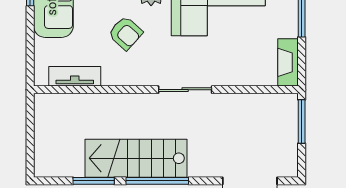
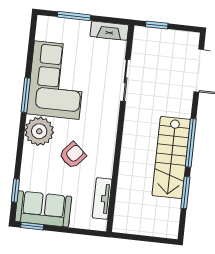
sliding door: (185, 90) -> (125, 80), moved
window: (302, 122) -> (157, 25), width x0.67

